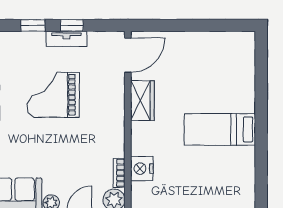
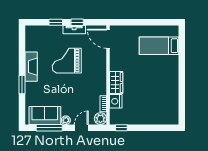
door: (128, 55) -> (108, 39), swing flipped
wardrobe: (142, 101) -> (116, 83), moved
bed: (220, 129) -> (159, 46), moved

